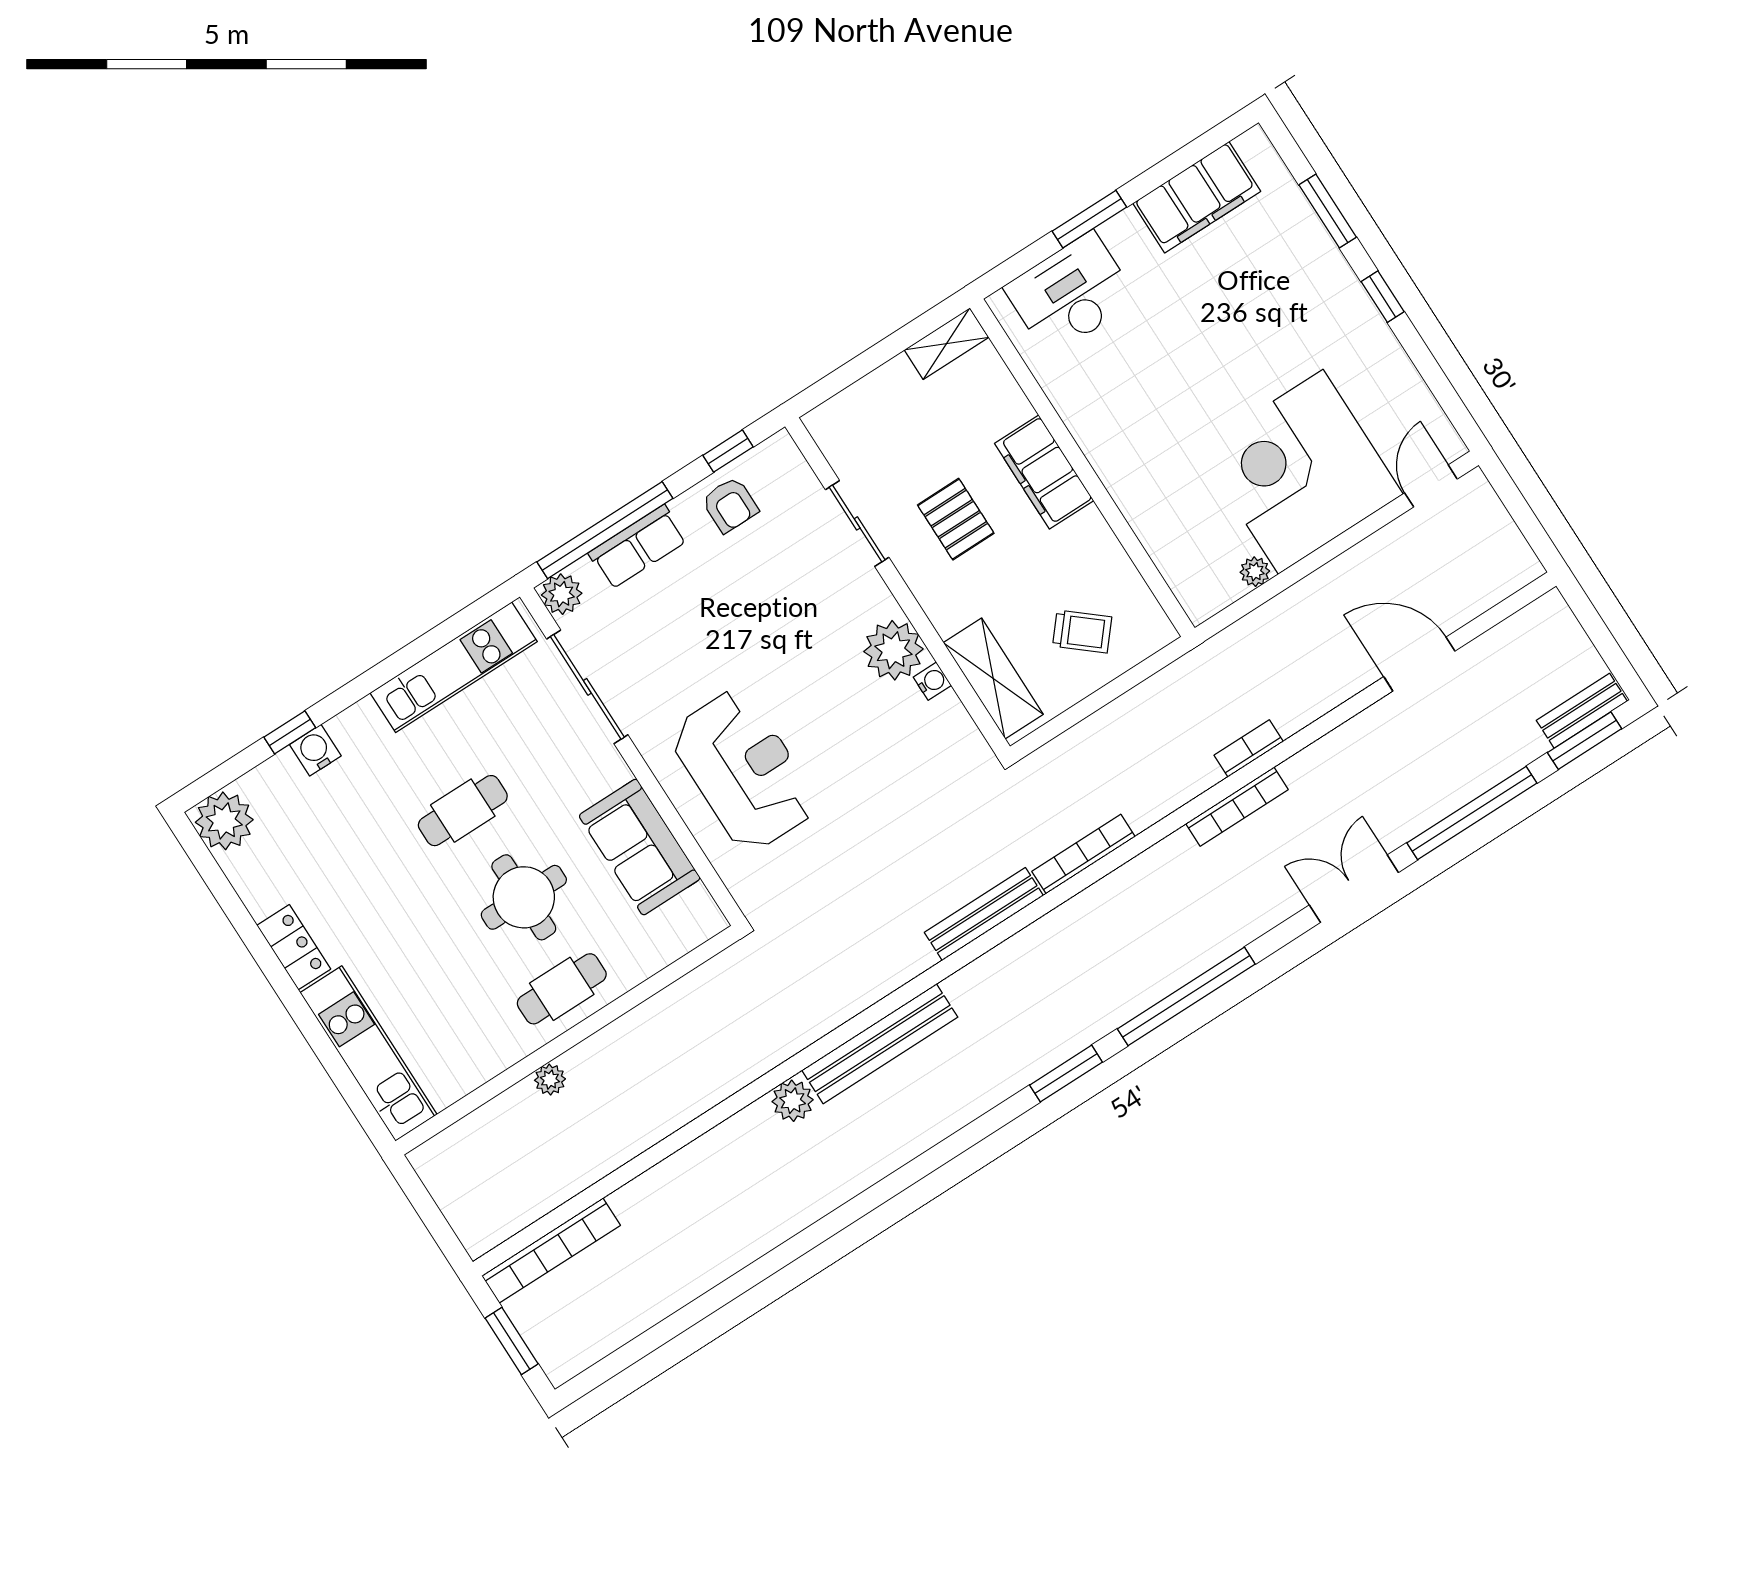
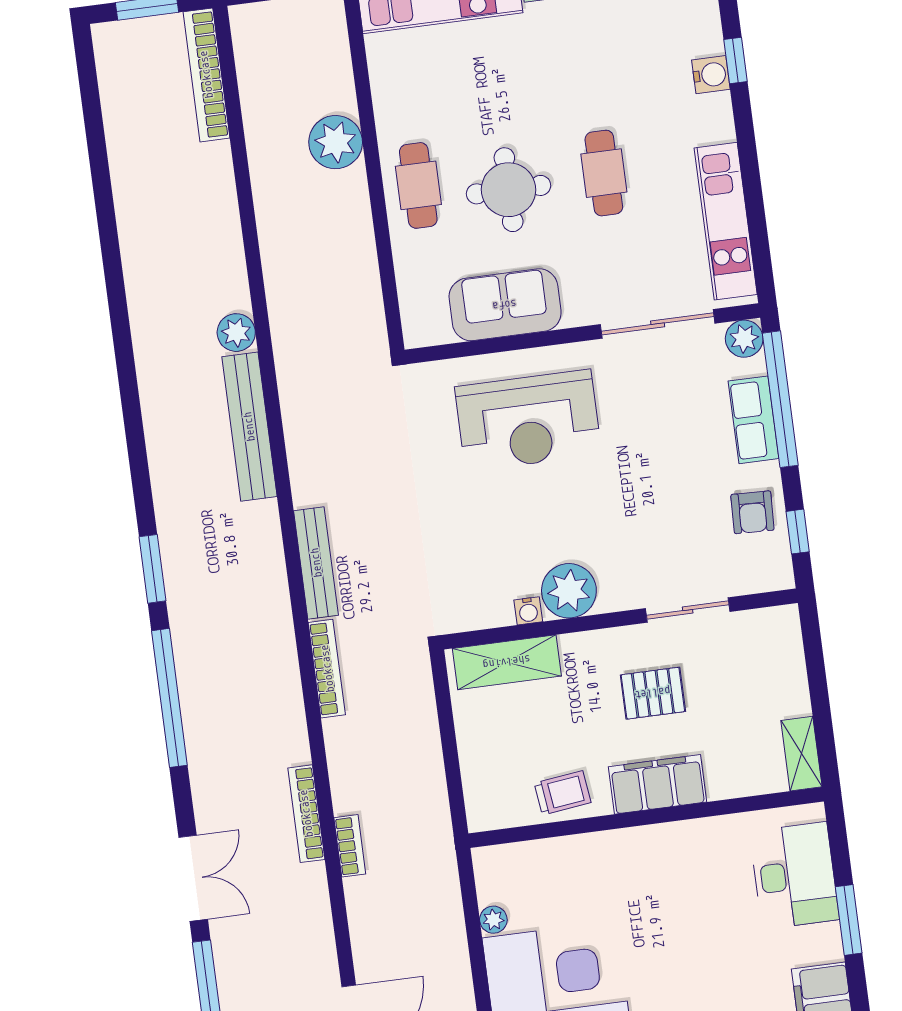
armchair: (730, 505) -> (752, 512), turned -88
trolley: (1082, 632) -> (563, 793), moved, turned -137
plant: (550, 1080) -> (336, 142), width x1.88, depth x1.88

